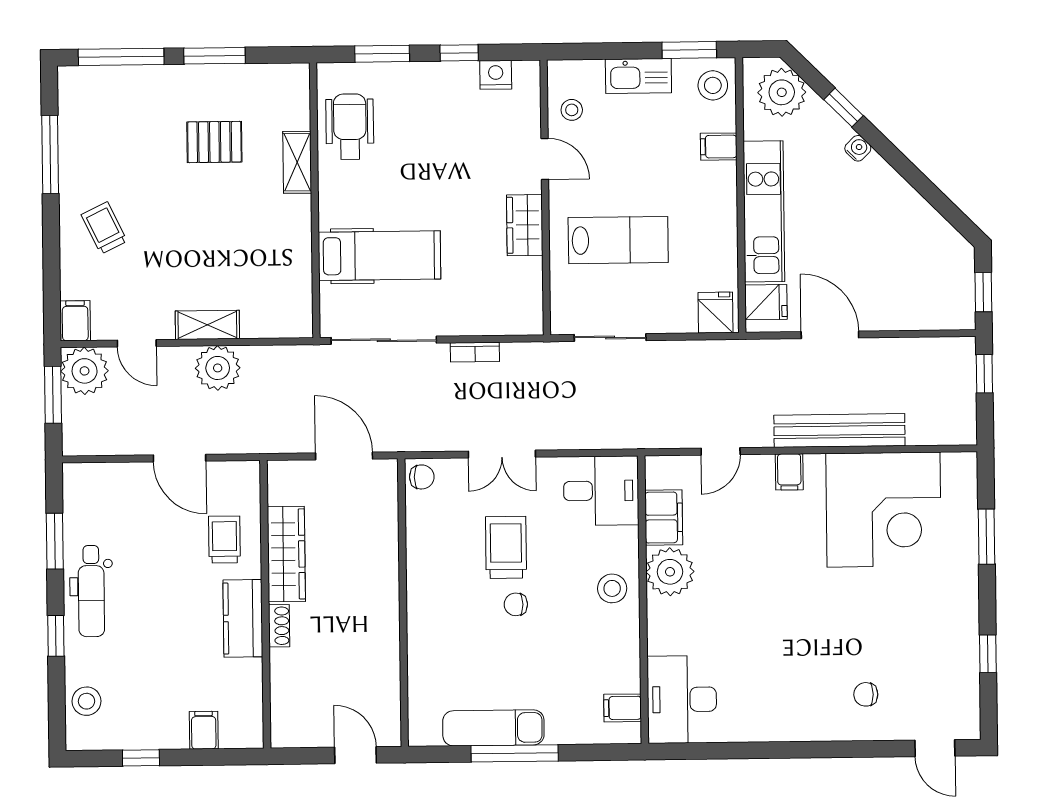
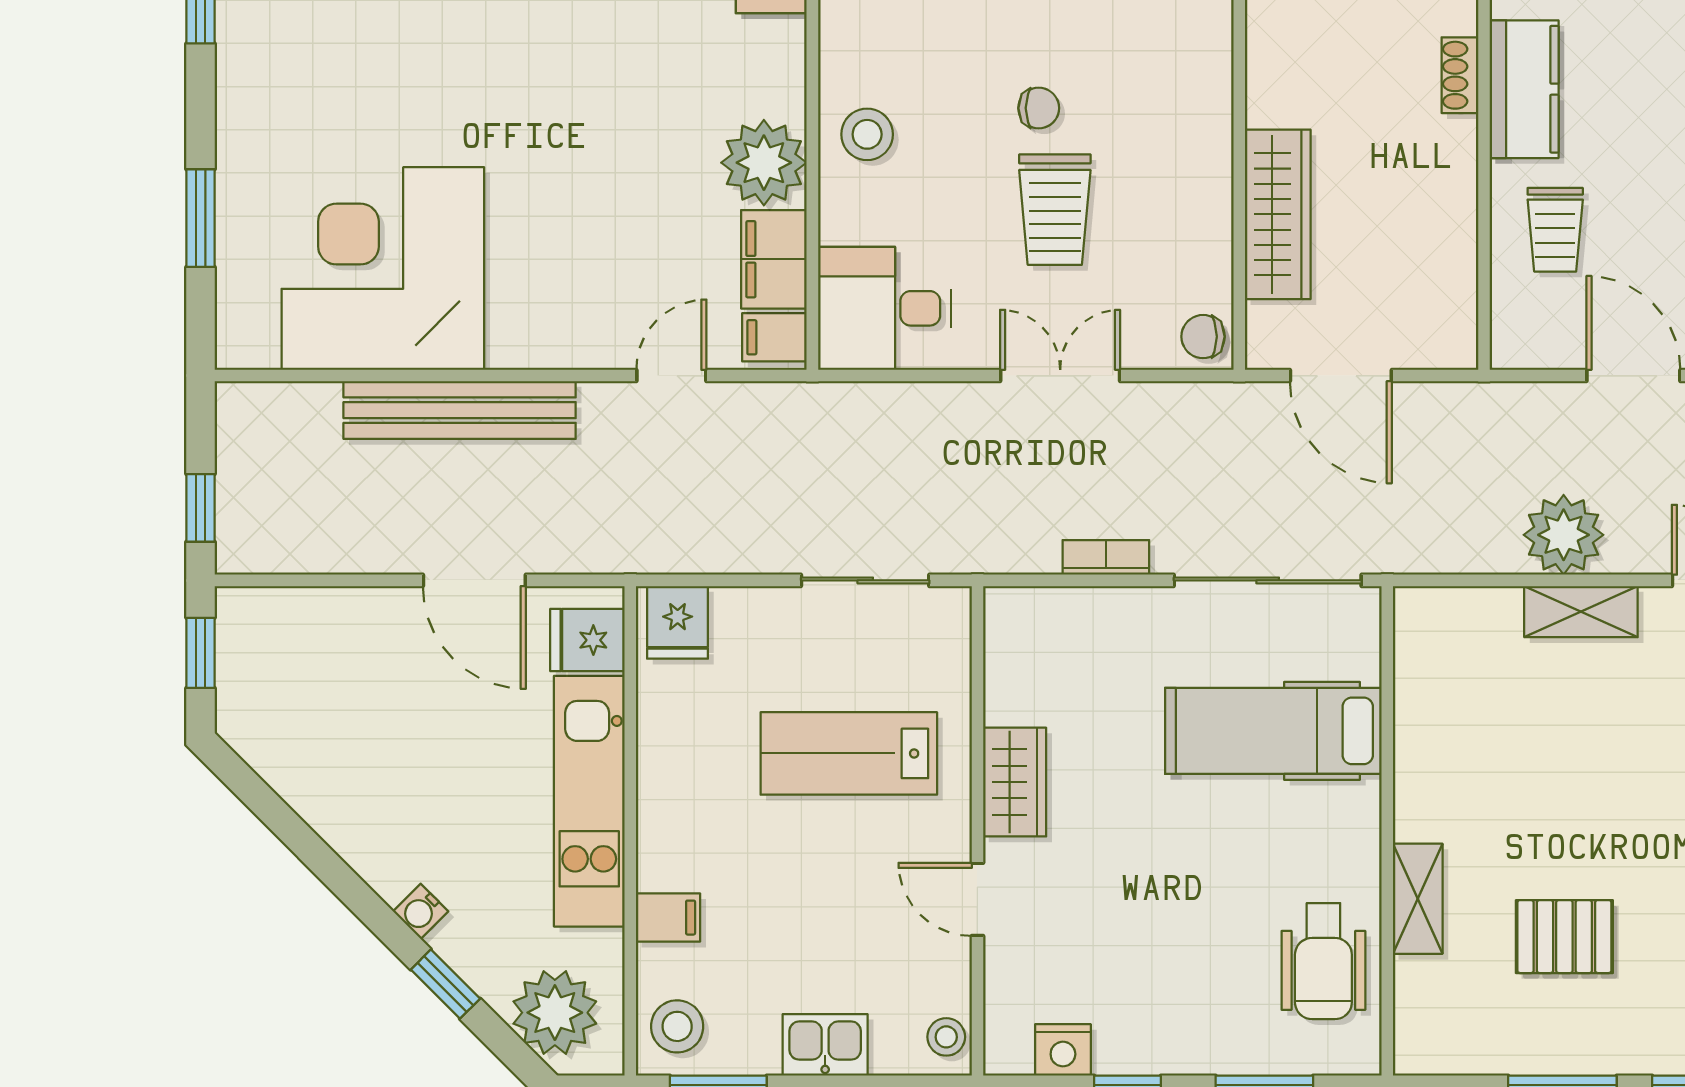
kitchen sink: (638, 76) -> (825, 1045), width x0.73
stool: (572, 110) -> (946, 1037), moved
filing cabinet: (789, 472) -> (774, 337), moved, turned -90
wardrobe: (286, 554) -> (1278, 214), moved, turned 180

